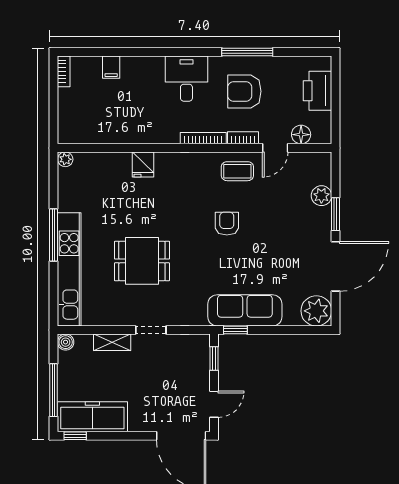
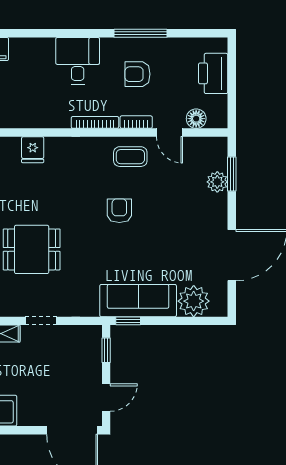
armchair: (244, 91) -> (138, 74), width x0.72, depth x0.72
door: (275, 148) -> (169, 133), hinge flipped
window: (335, 214) -> (232, 174), moved
plant: (316, 311) -> (194, 301), moved

